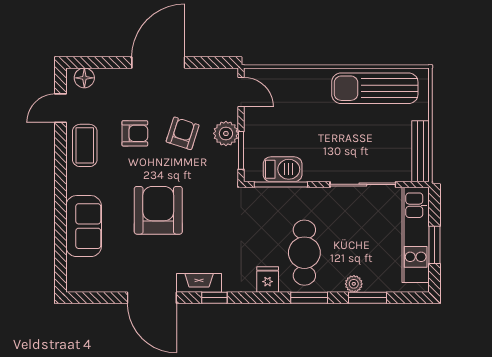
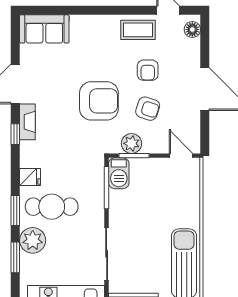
door: (241, 92) -> (181, 156), swing flipped
plant: (226, 133) -> (131, 143), moved
barbecue: (283, 169) -> (119, 173), moved
armchair: (158, 210) -> (99, 101), moved
sofa: (84, 226) -> (44, 29), moved
plant: (354, 284) -> (33, 240), width x1.88, depth x1.88

